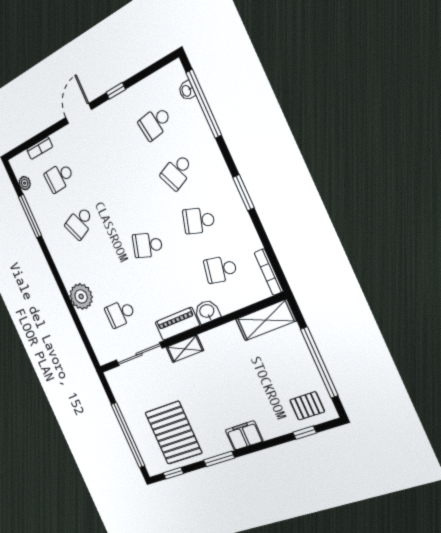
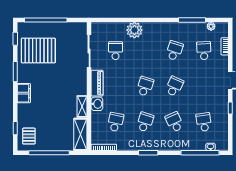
school desk: (127, 198) -> (174, 86), added
school desk: (80, 223) -> (174, 51), turned 42
shelving: (185, 349) -> (82, 106), moved

